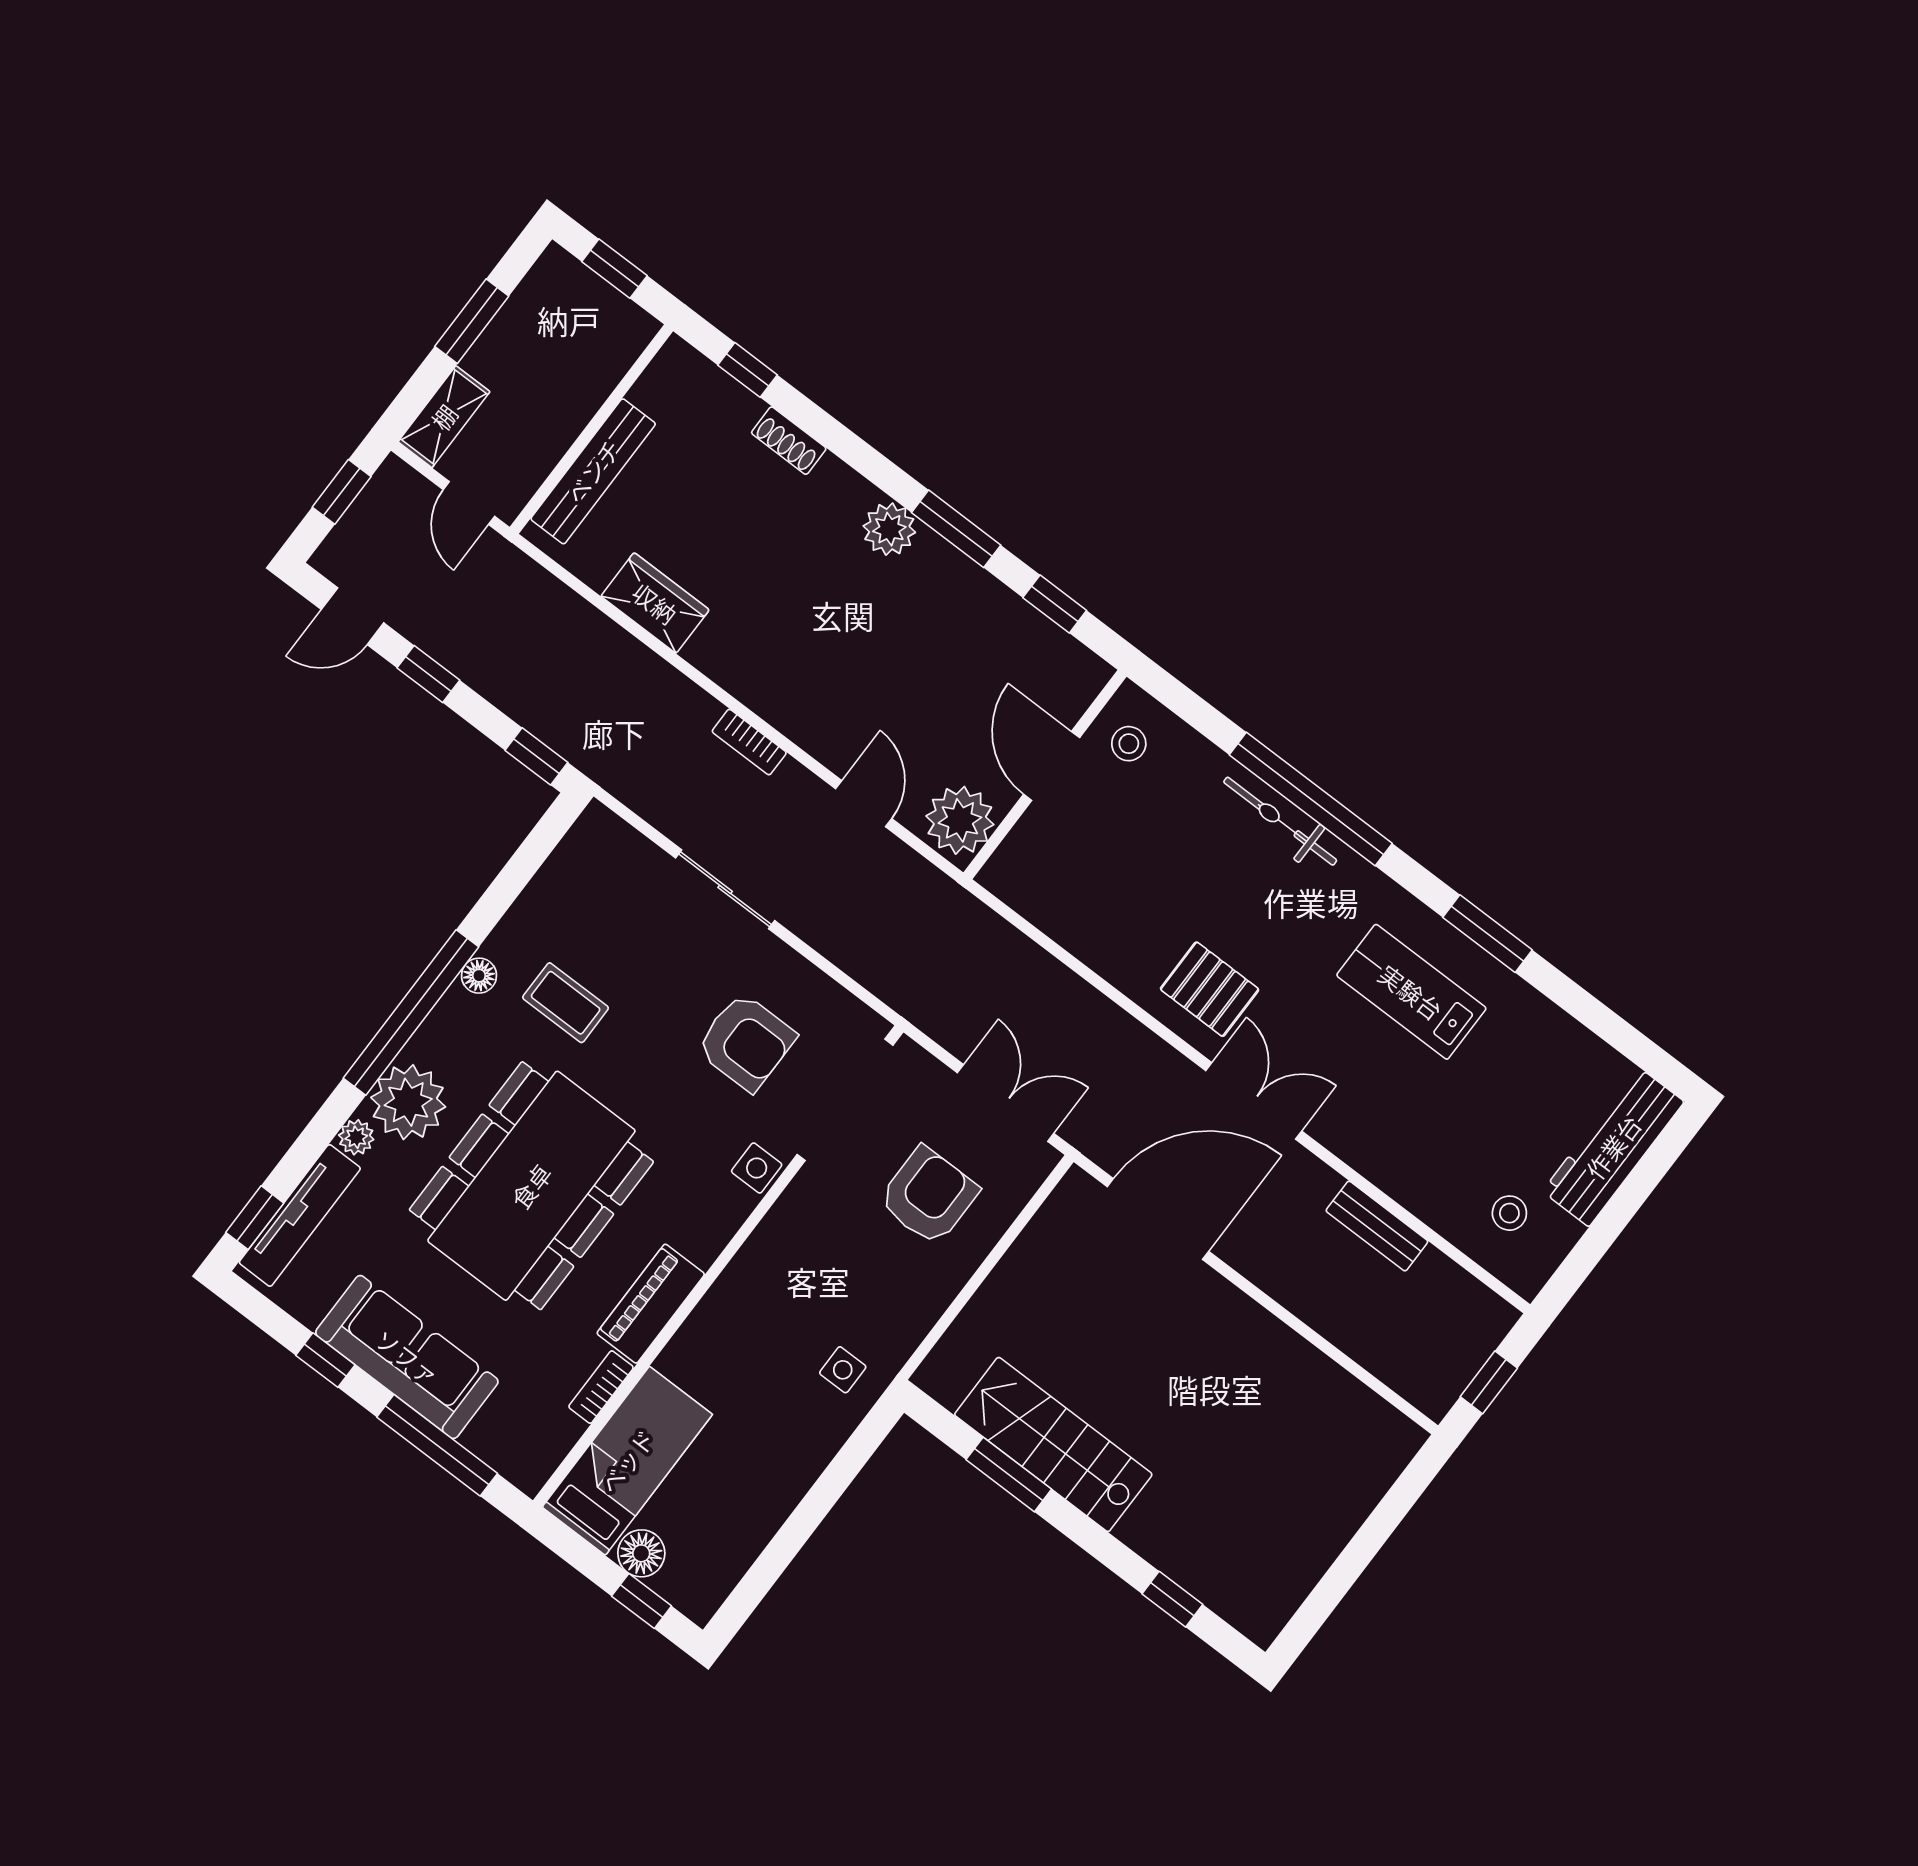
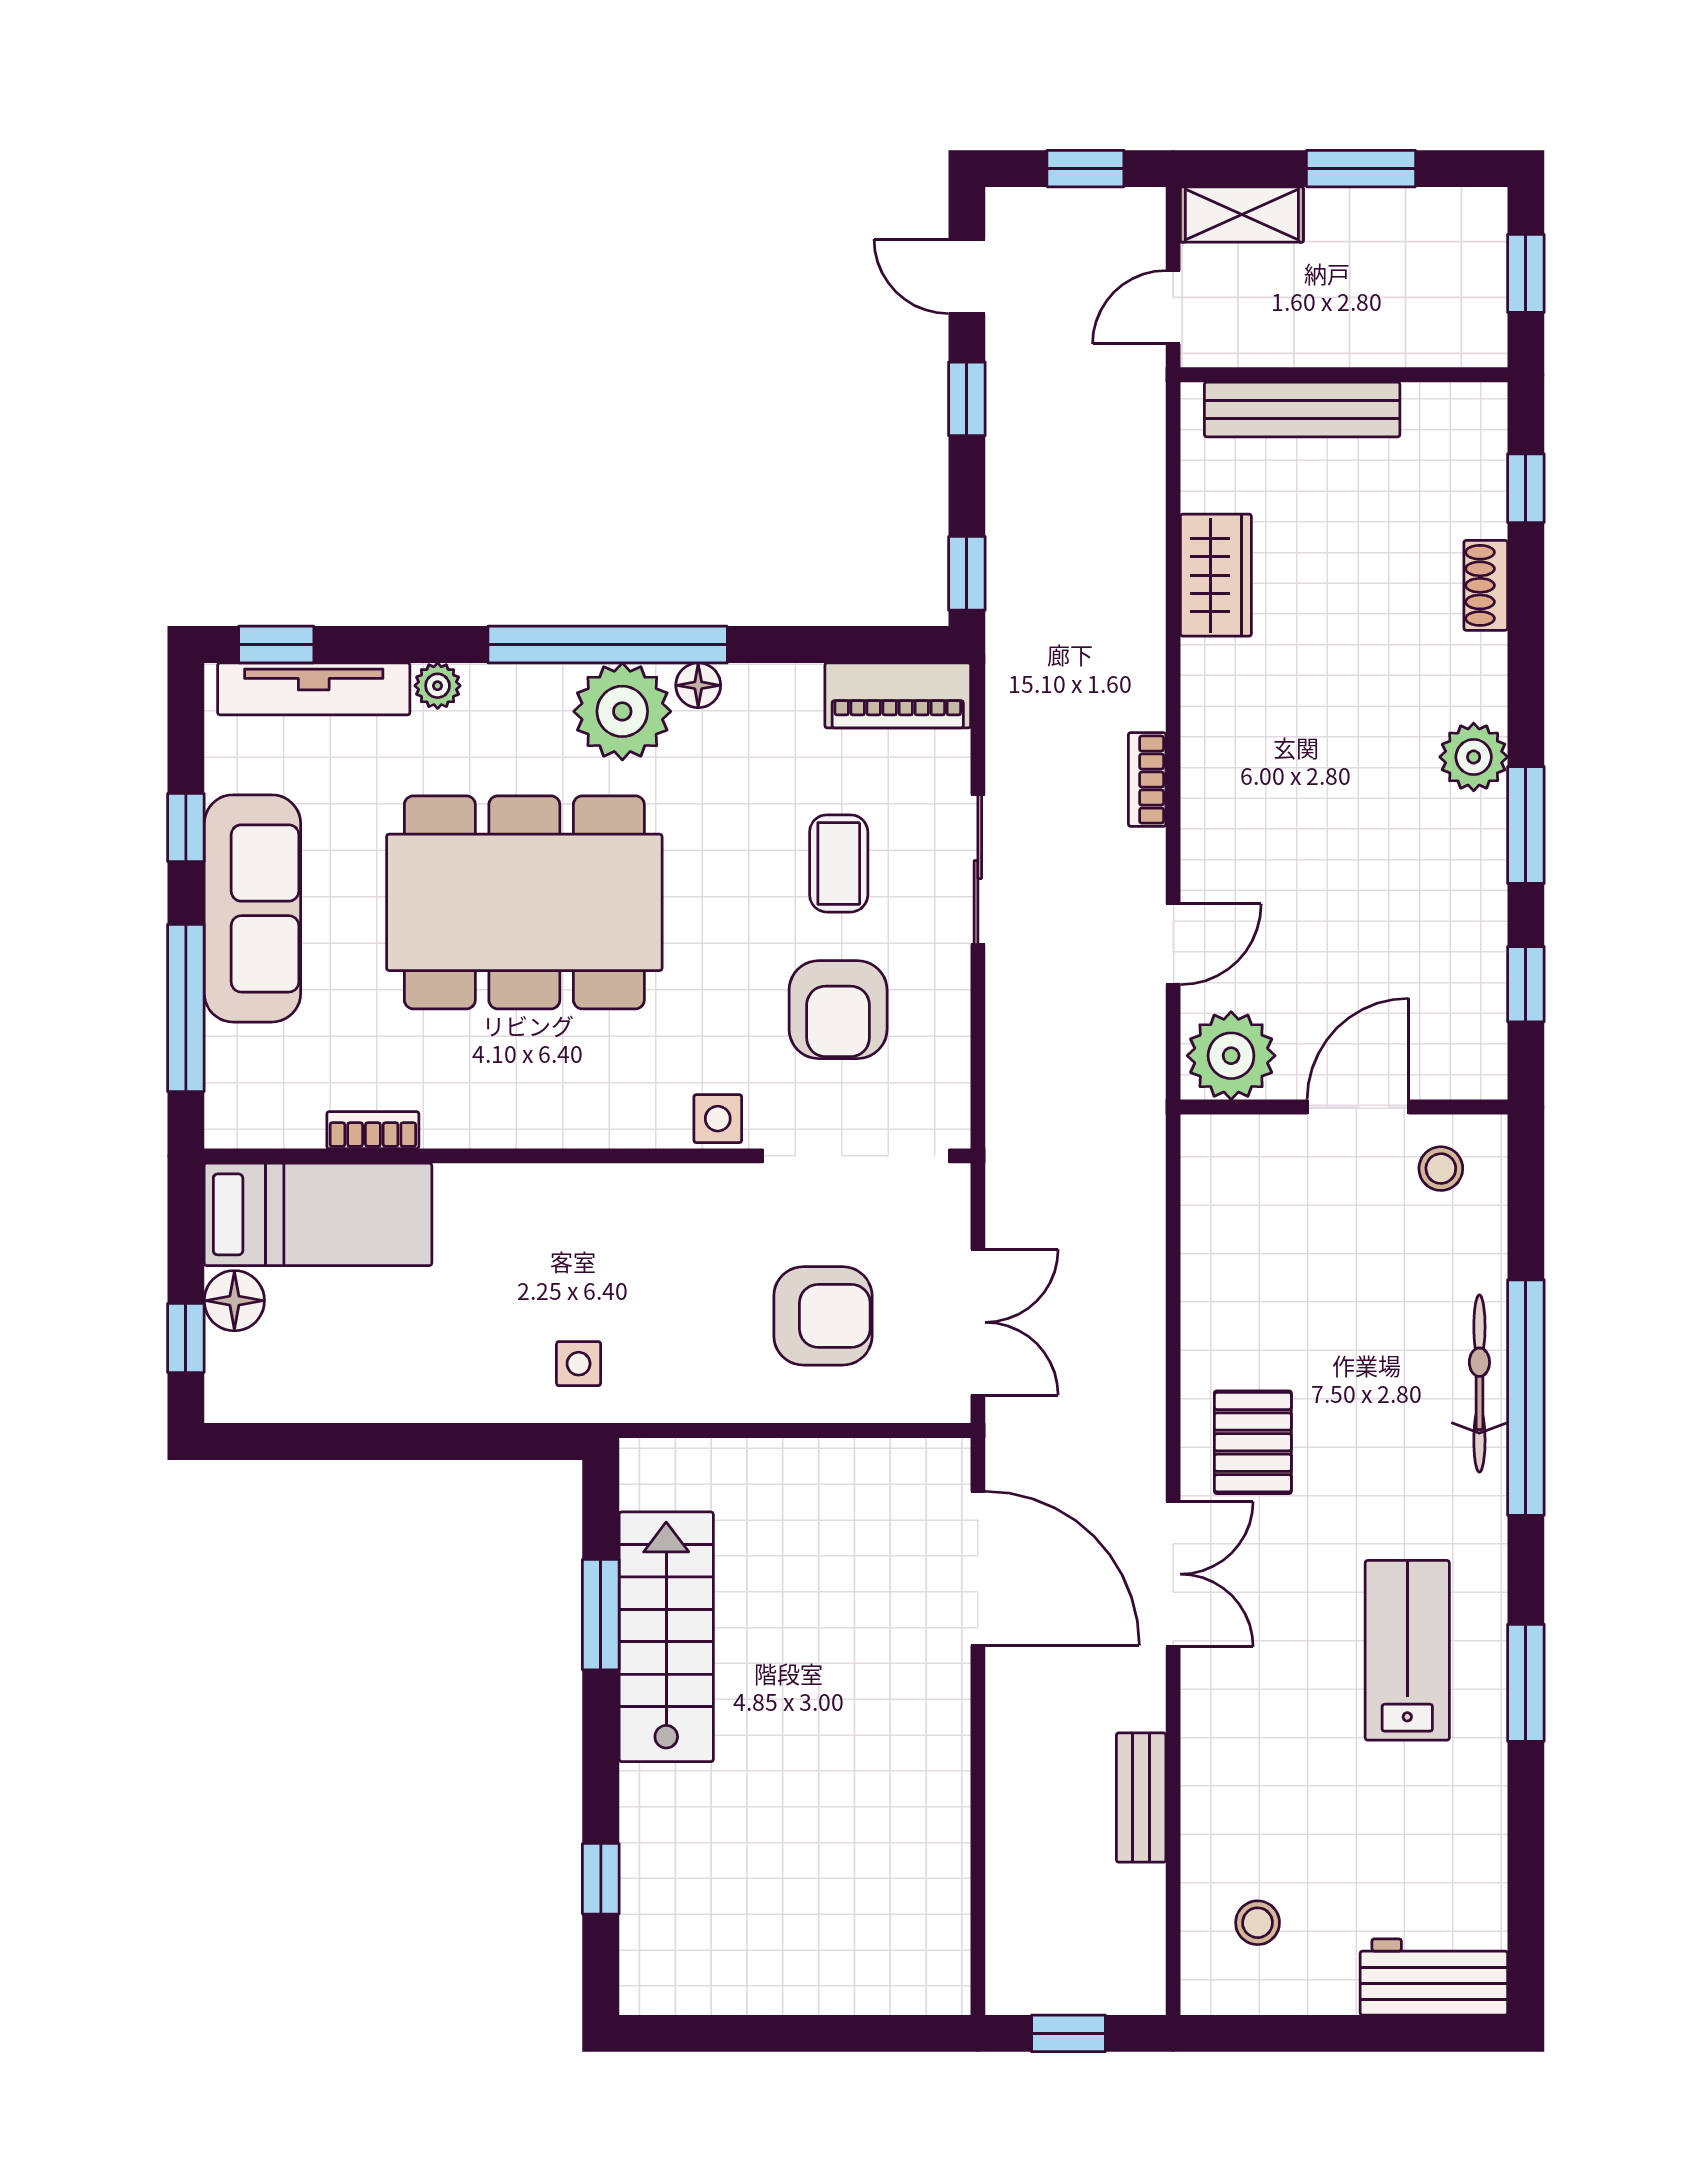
coffee table: (566, 1003) -> (839, 863), moved
plant: (408, 1102) -> (622, 711), moved
workbench: (1613, 1147) -> (1434, 1977), width x0.73
piano: (651, 1304) -> (898, 695), moved, turned 180

